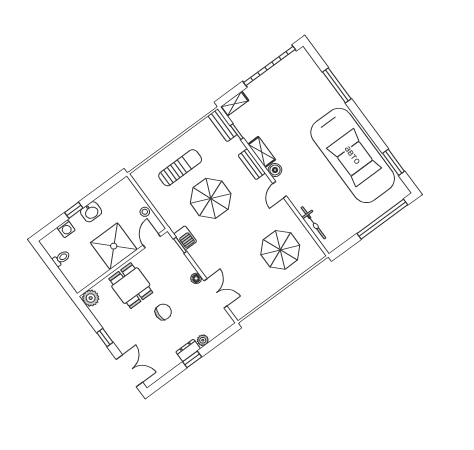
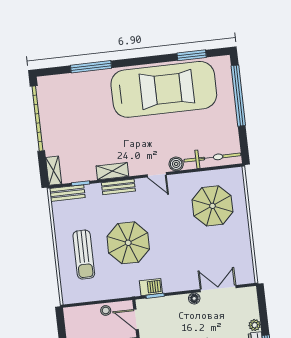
sun lounger: (180, 168) -> (84, 255), turned 180
boiler: (275, 170) -> (176, 164), moved
bicycle: (313, 223) -> (212, 158), width x1.37, depth x1.40

